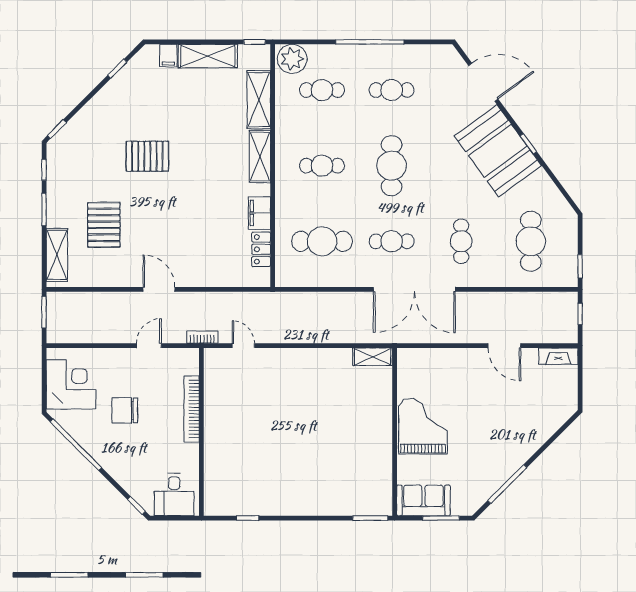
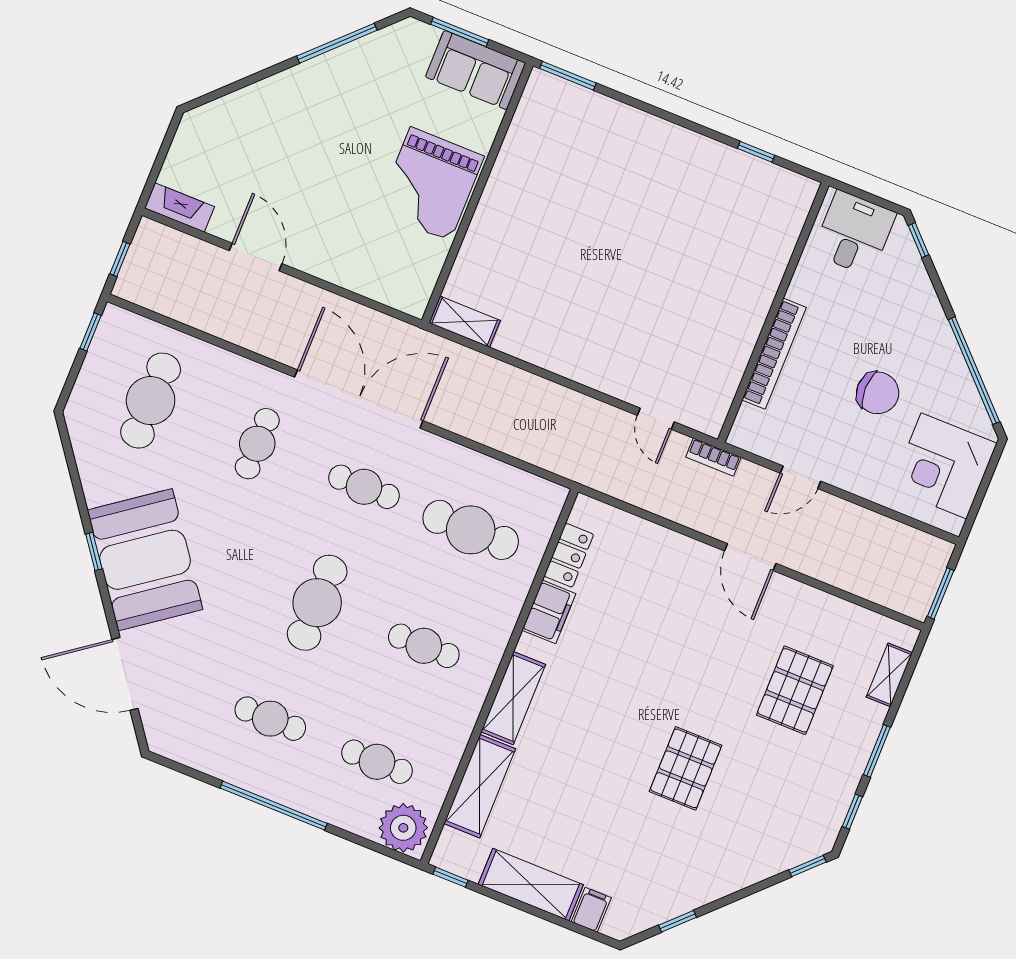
pallet: (147, 156) -> (686, 768), turned 90
shelving: (57, 255) -> (889, 675), width x0.67, depth x0.75

